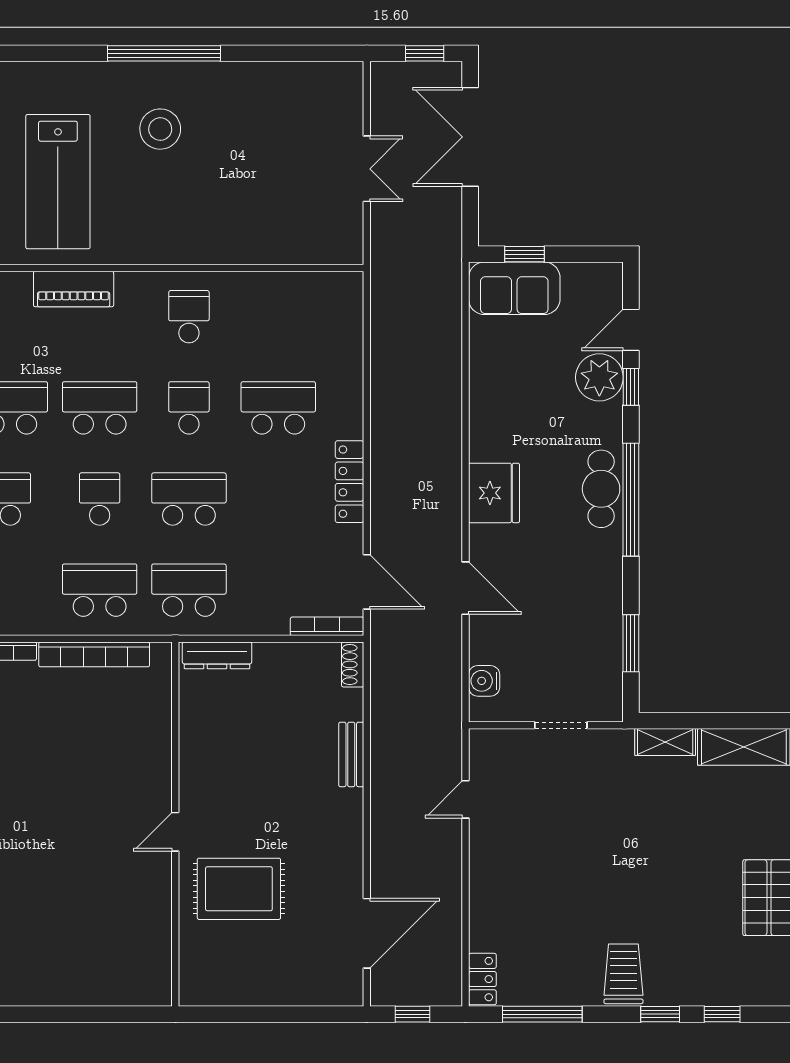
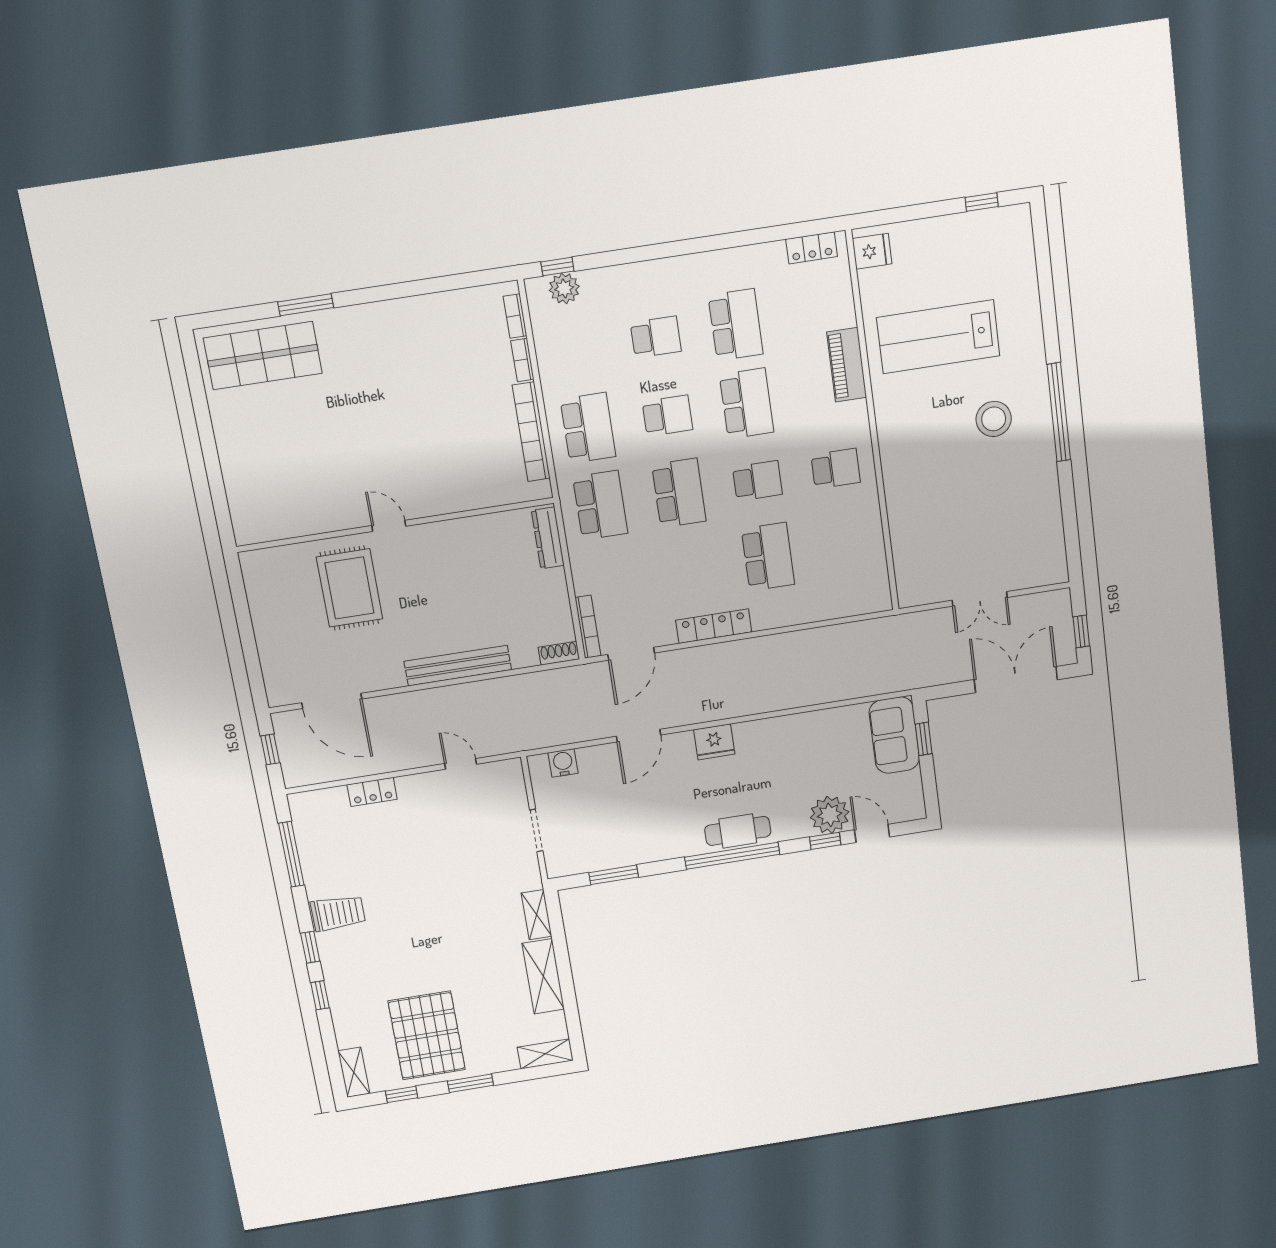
fridge: (494, 493) -> (714, 742), width x0.73, depth x0.75
bench: (351, 754) -> (458, 666), width x1.86, depth x1.21
locker: (482, 979) -> (372, 792), moved

